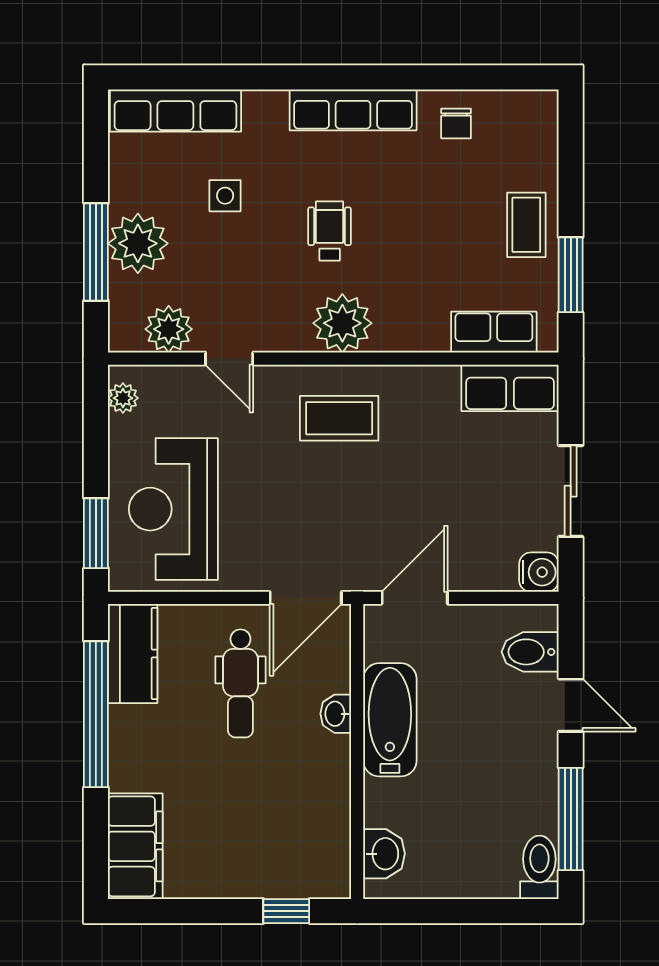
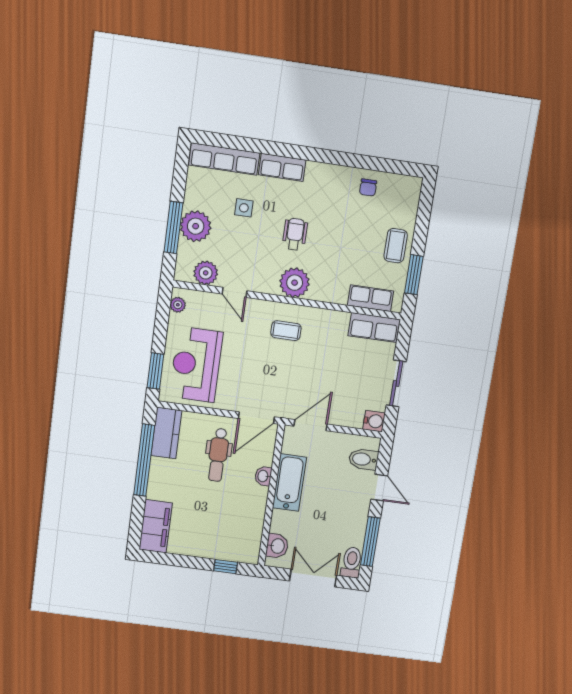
row of seats: (353, 110) -> (282, 167), moved, width x0.68
coffee table: (339, 418) -> (286, 331), width x0.73, depth x0.77
double door: (467, 911) -> (313, 578), added

